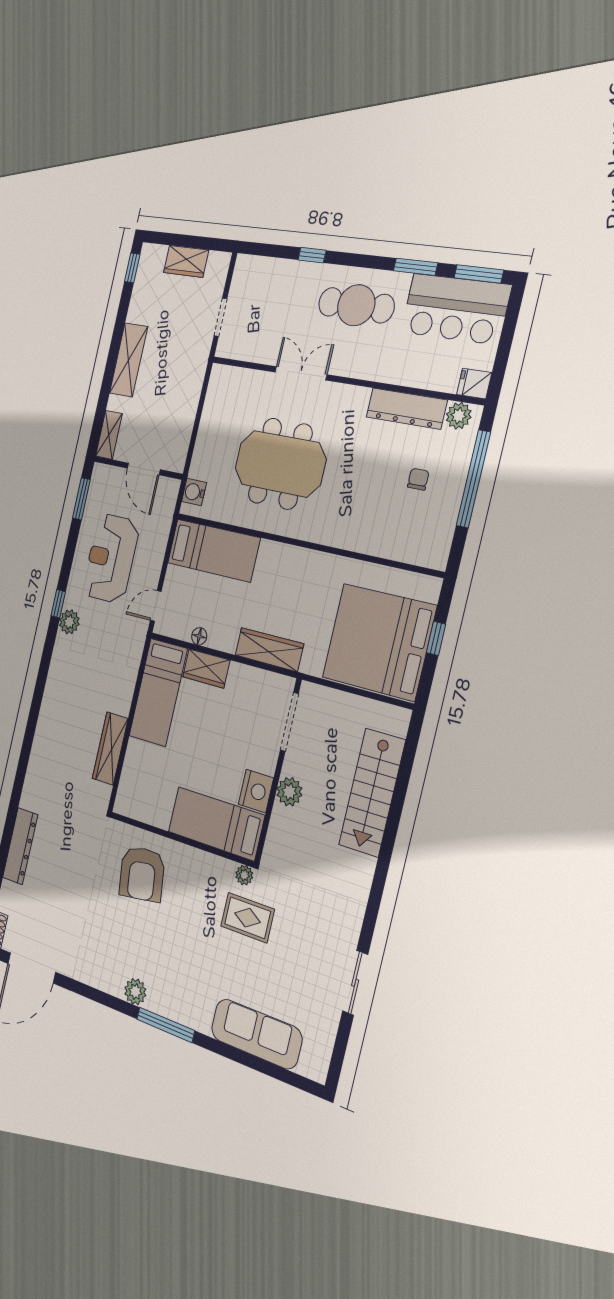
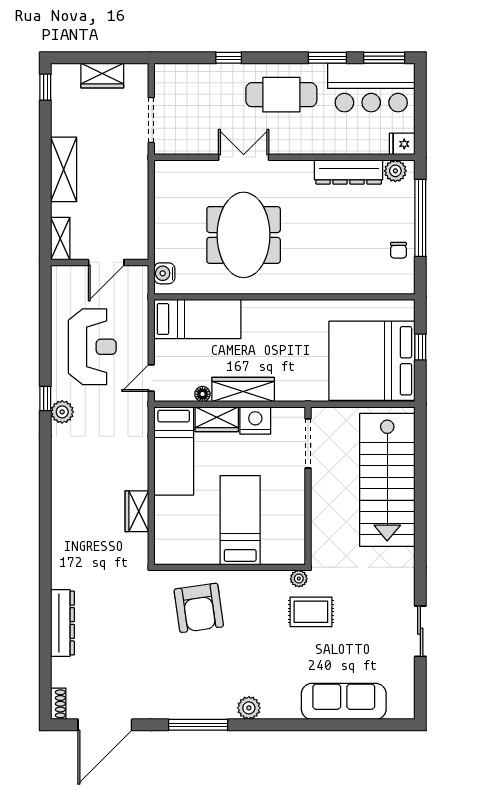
doorway: (220, 317) -> (151, 120), width x1.38
meeting table: (280, 464) -> (244, 235), turned 90
door: (144, 469) -> (106, 262), hinge flipped
chair: (418, 479) -> (398, 250), moved, turned 180
window: (81, 499) -> (45, 300), removed
reception desk: (111, 558) -> (92, 347), turned 180
wardrobe: (269, 650) -> (243, 390), moved
wardrobe: (110, 749) -> (137, 511), width x0.67
nightstand: (256, 791) -> (255, 421), moved, turned -90
plant: (289, 792) -> (323, 500), removed
stairs: (372, 793) -> (387, 480), width x1.36, depth x1.51
bed: (216, 824) -> (240, 520), moved, turned 90
plant: (135, 992) -> (249, 708), moved
window: (166, 1025) -> (198, 725), moved

